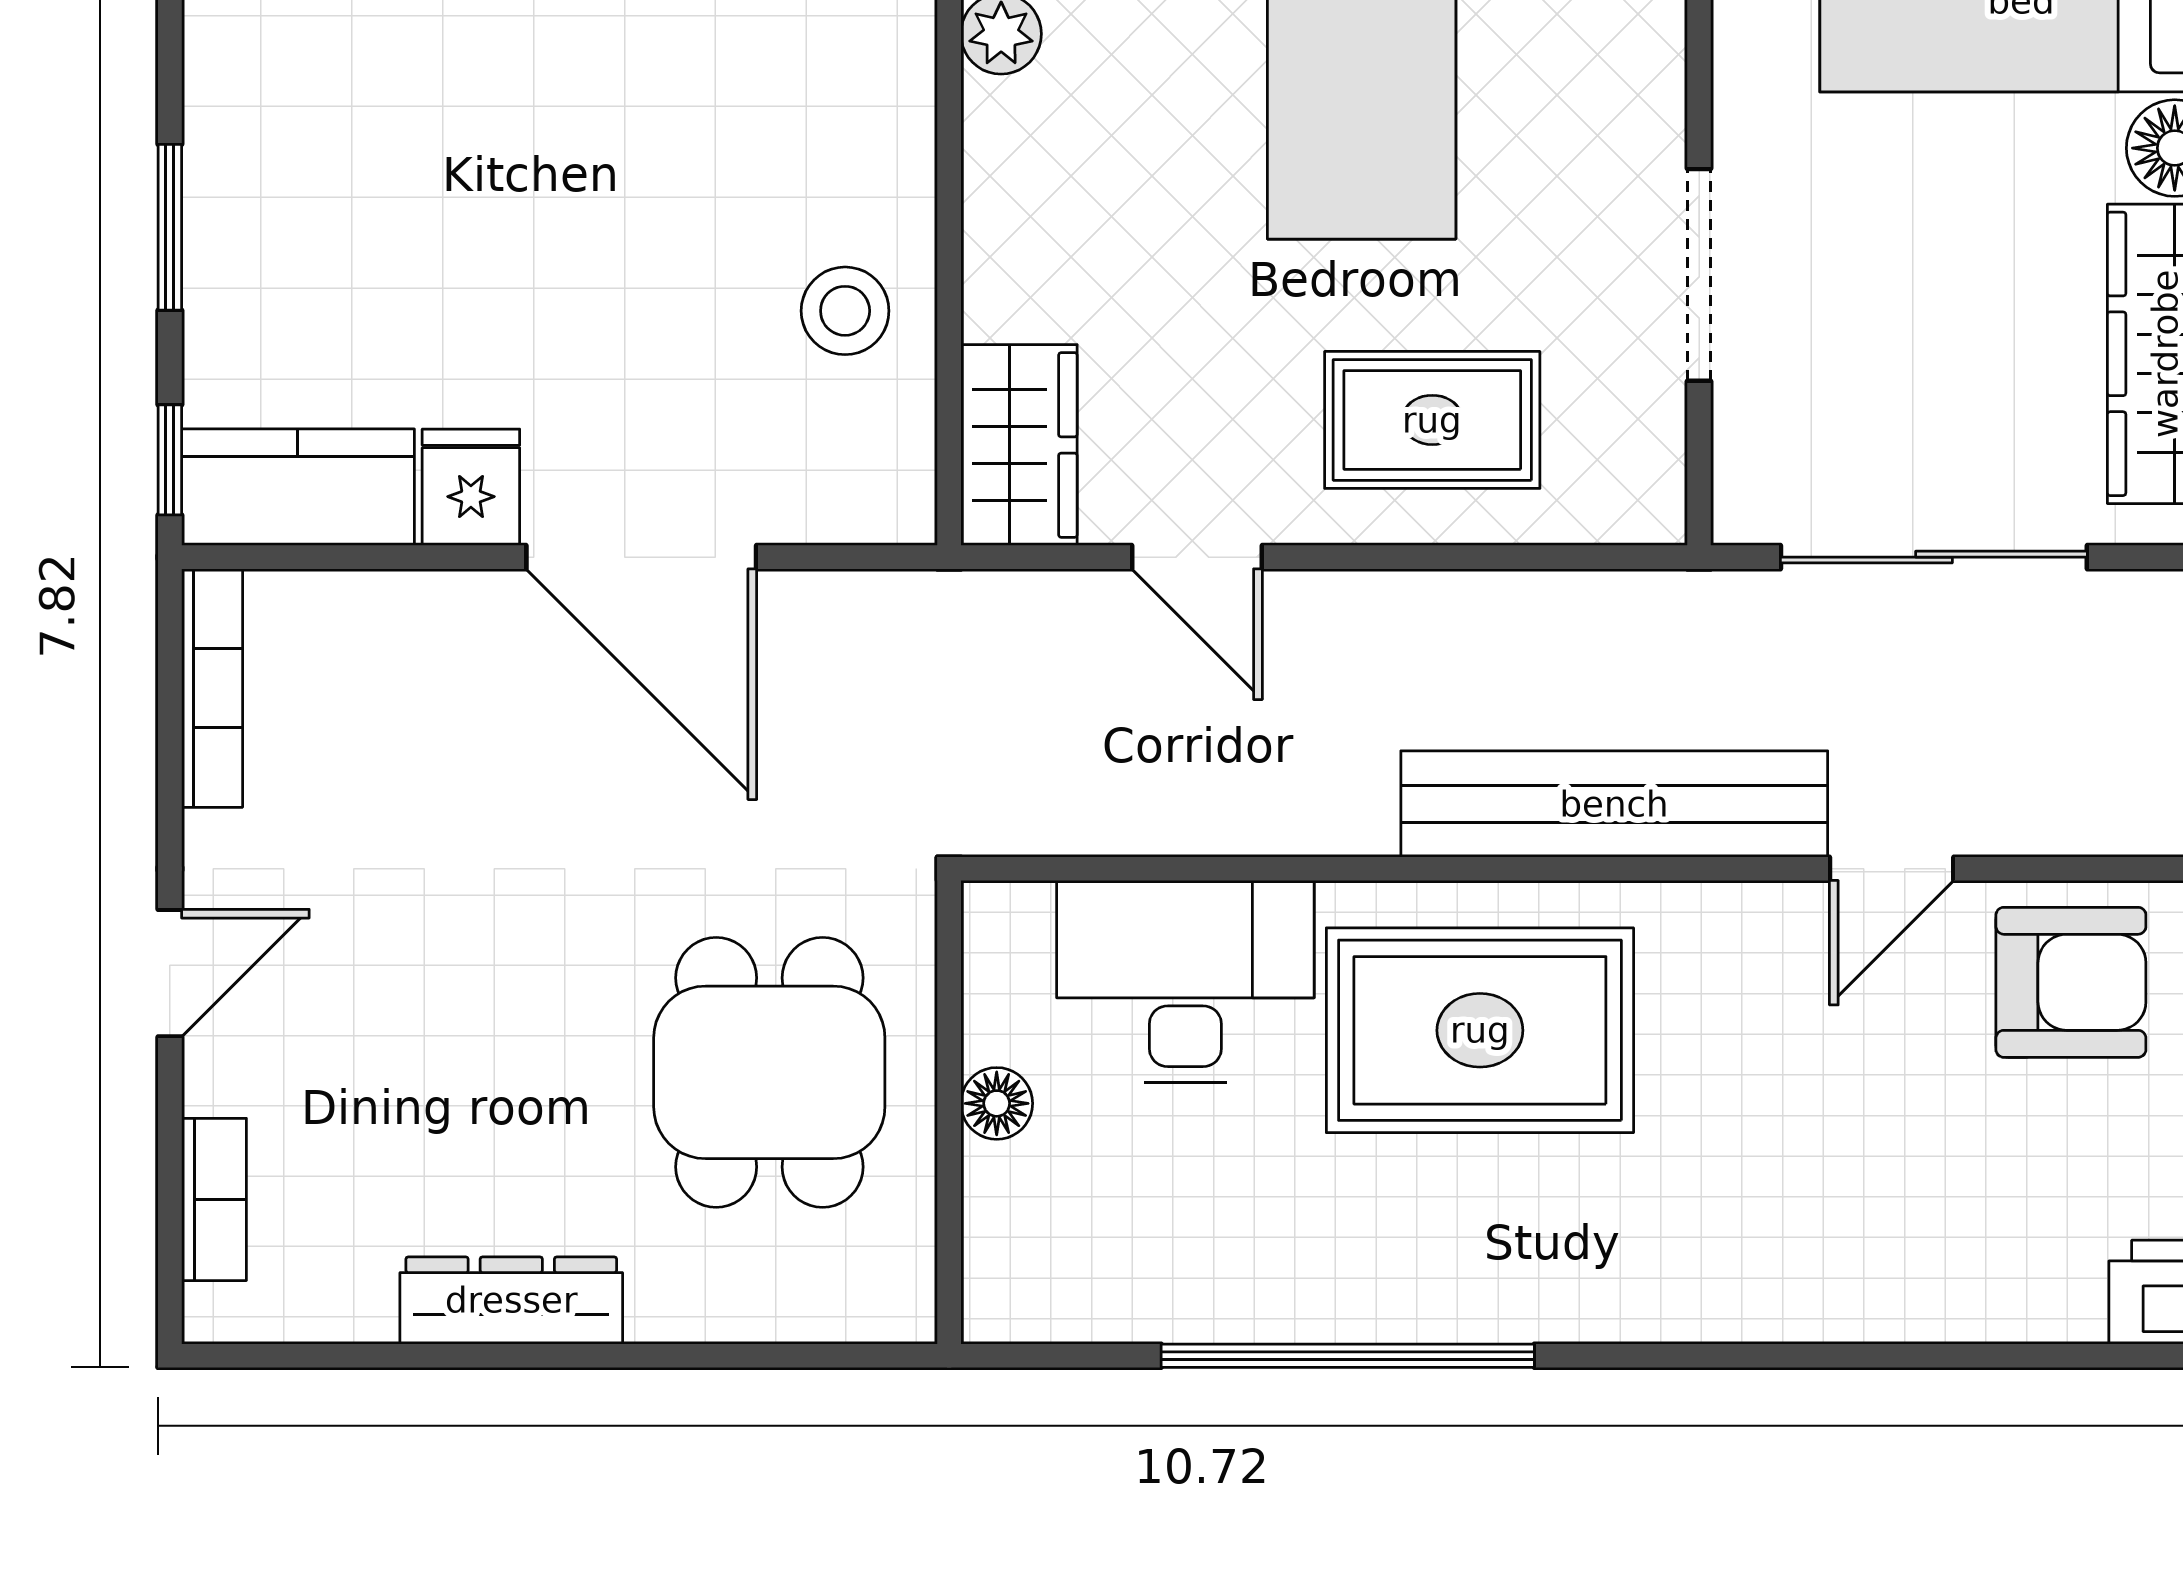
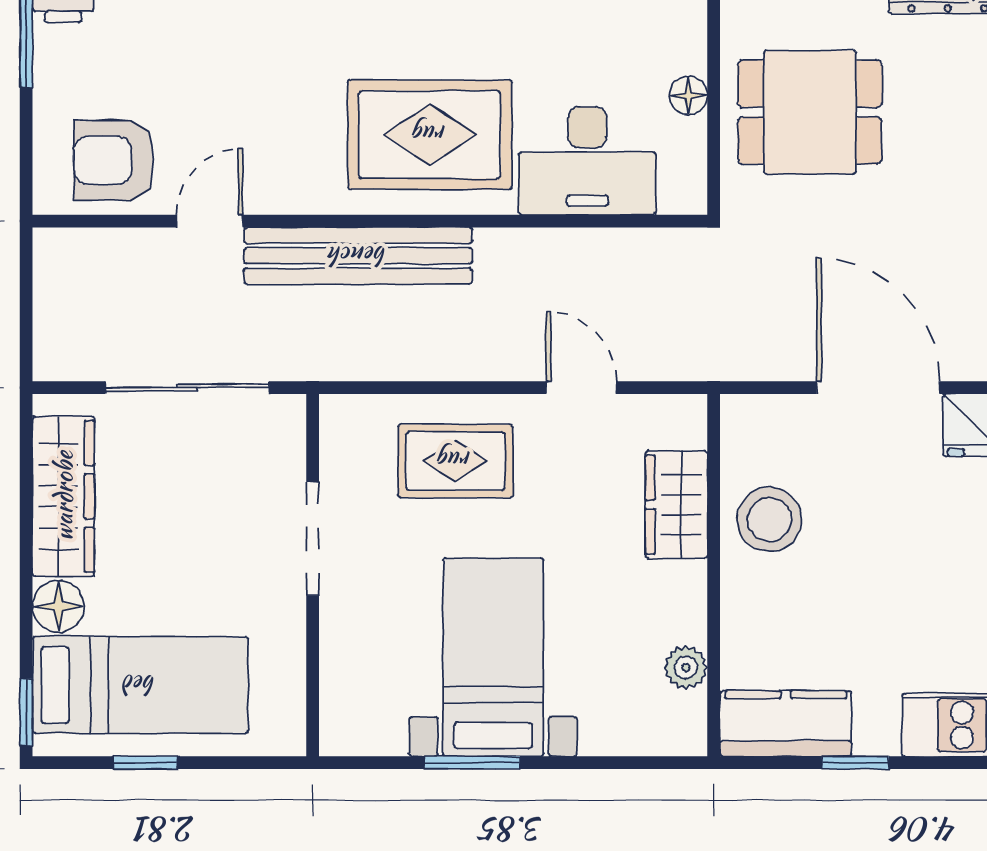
stool: (845, 311) -> (769, 519), width x1.38, depth x1.38
wardrobe: (1019, 445) -> (676, 505), moved
dining table: (769, 1072) -> (810, 112), turned 90

